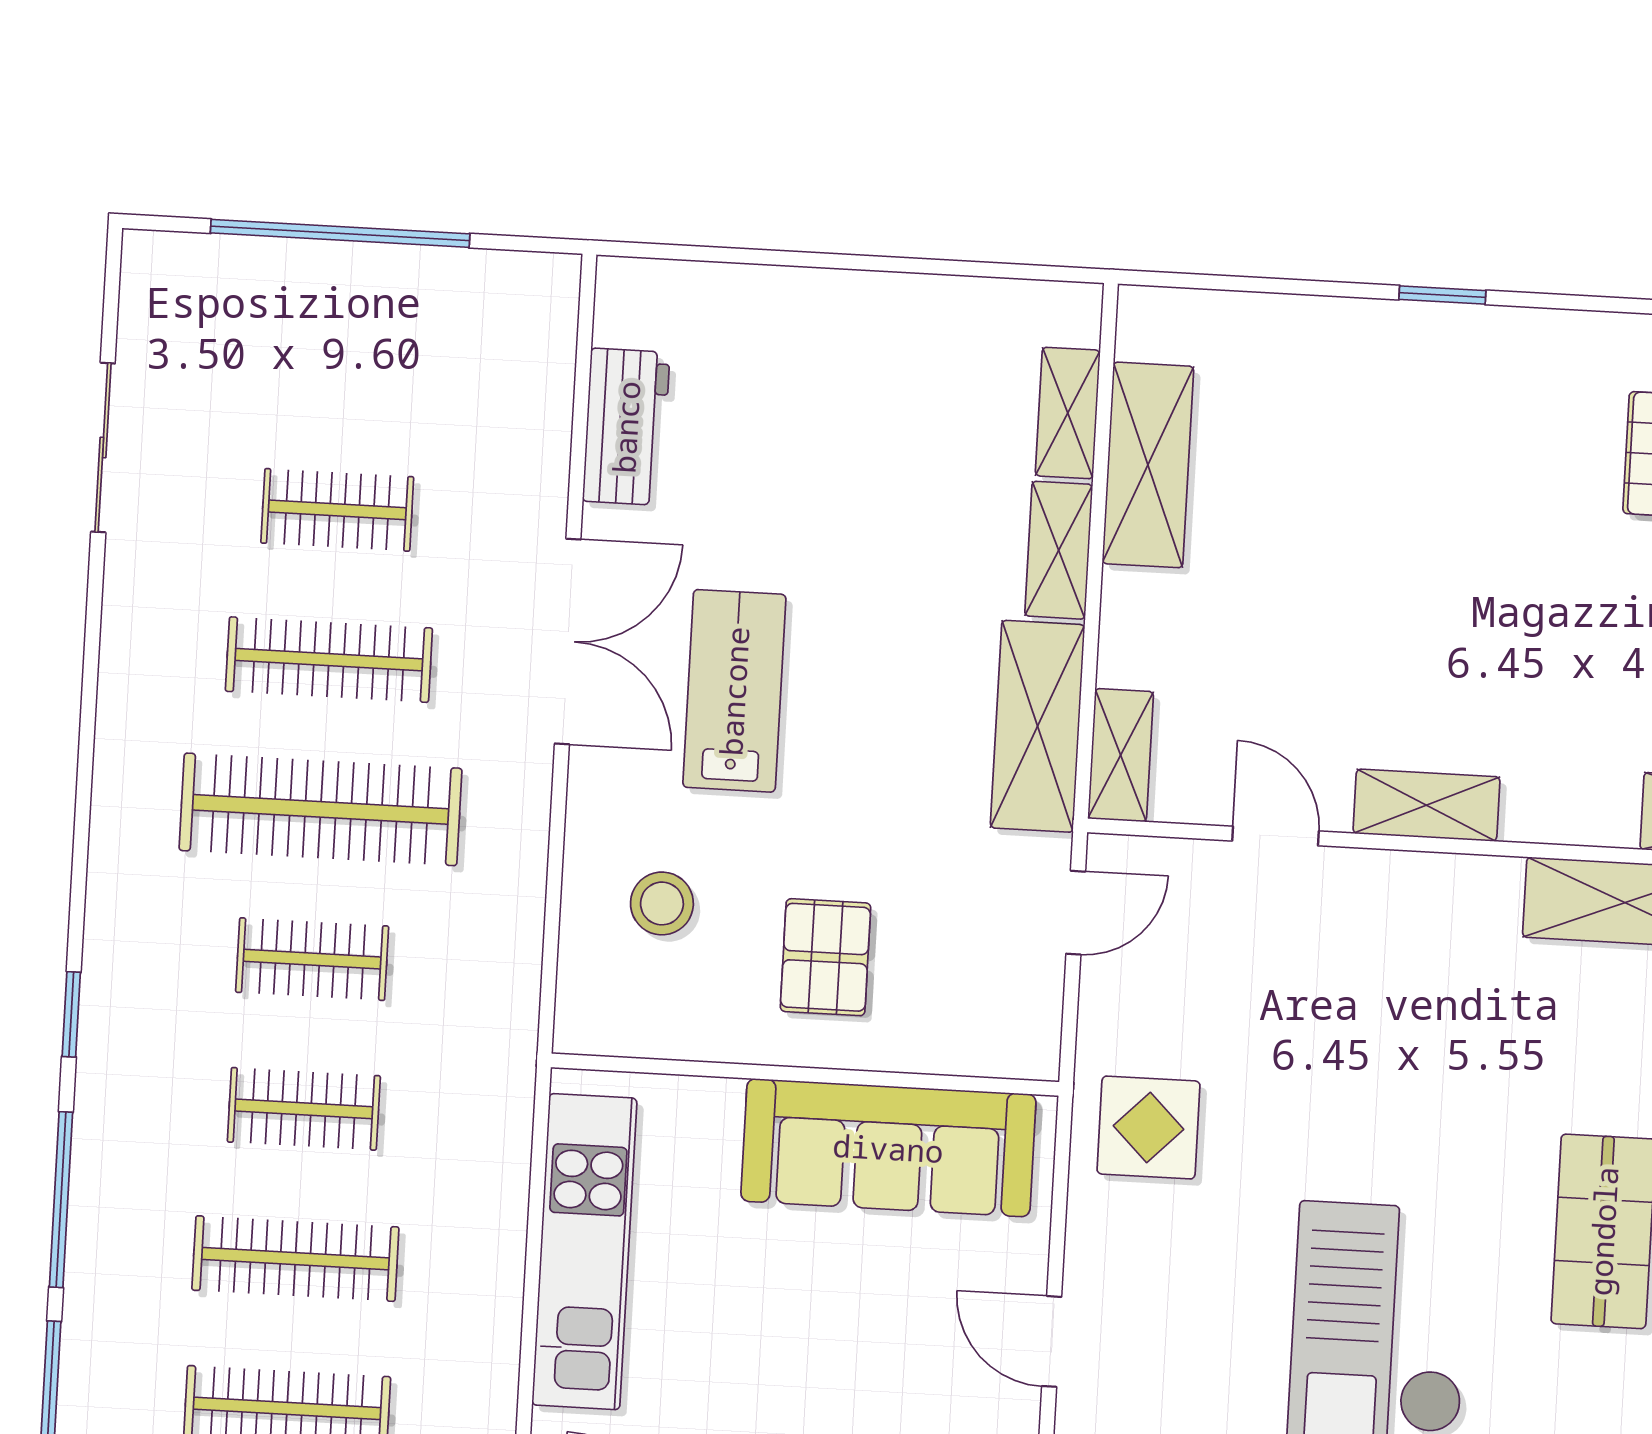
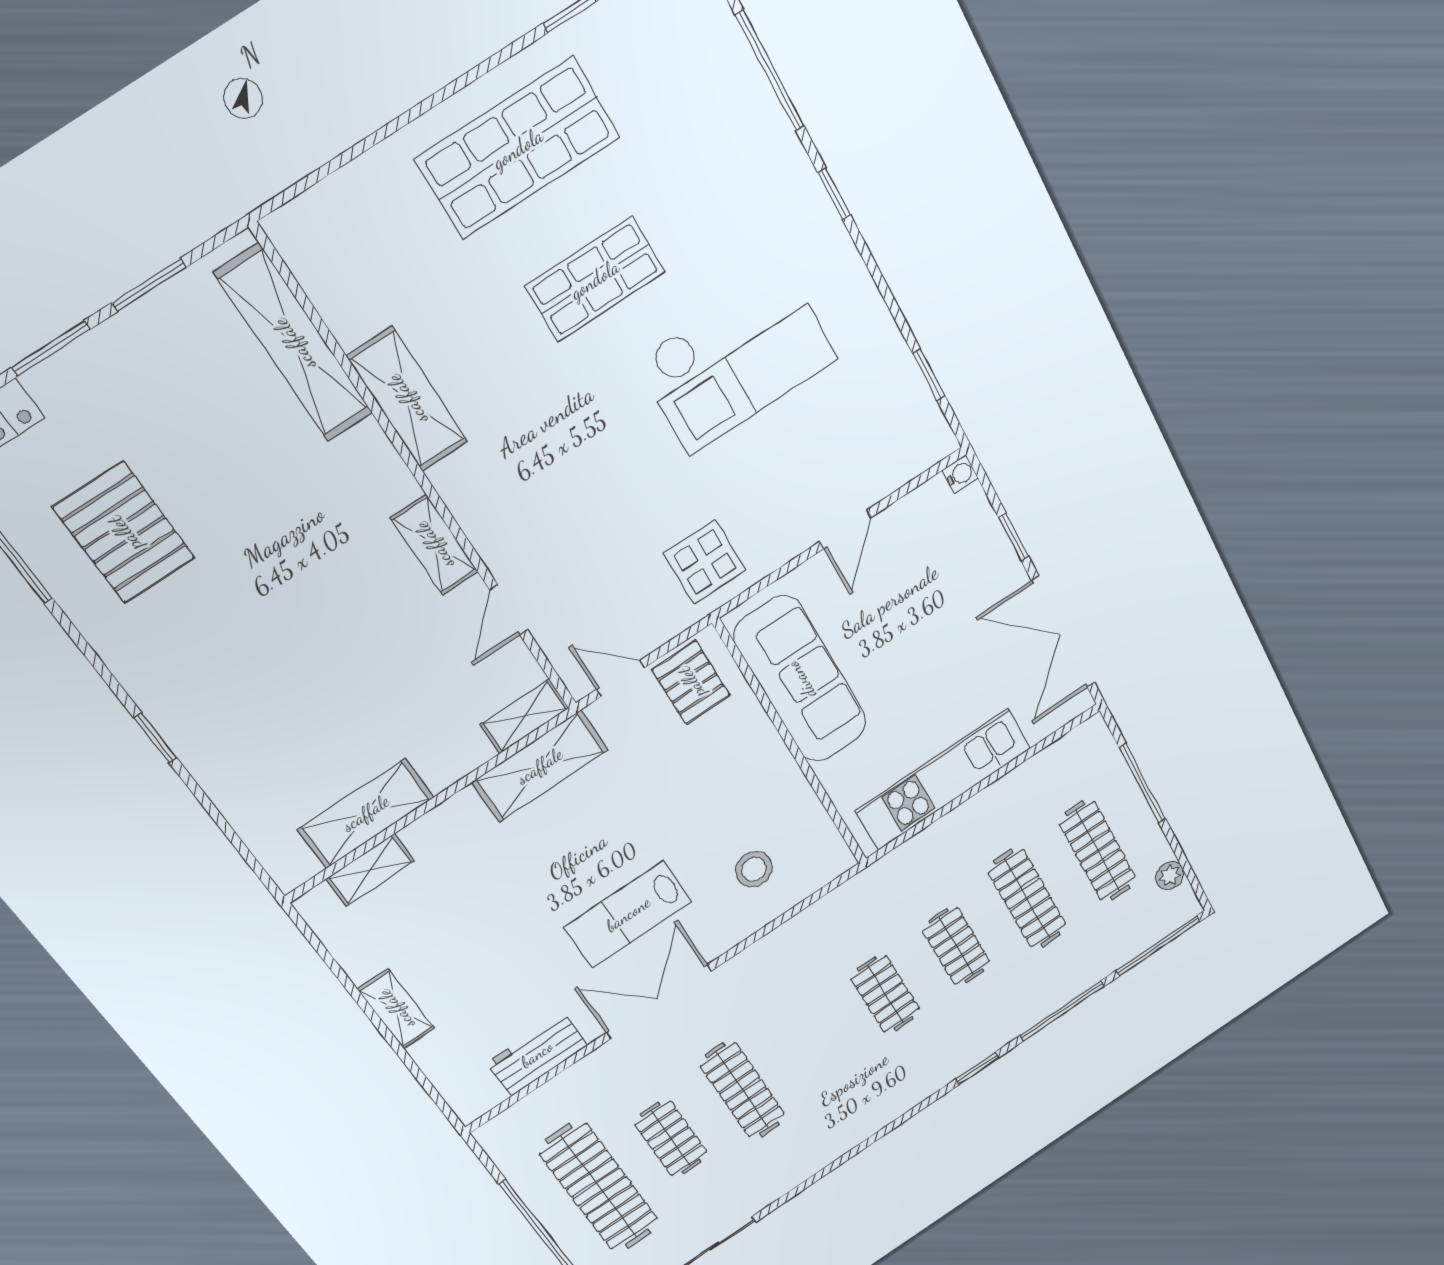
shelving: (1059, 550) -> (396, 1009), moved, turned 90
clothes rail: (321, 809) -> (599, 1187), moved
pallet: (825, 957) -> (691, 682), moved, turned 90

